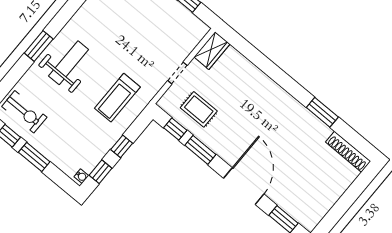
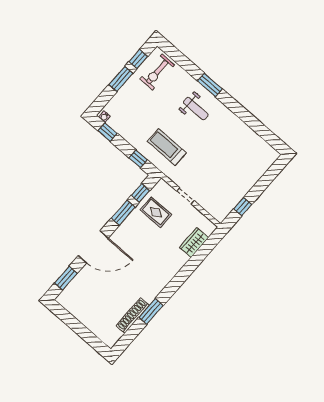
wardrobe: (212, 51) -> (194, 243), moved, turned 90
weight bench: (69, 63) -> (196, 109), width x0.73, depth x0.75
rug: (199, 109) -> (156, 212), turned 90
window: (122, 146) -> (138, 159), moved
shoe rack: (348, 152) -> (133, 315), moved

